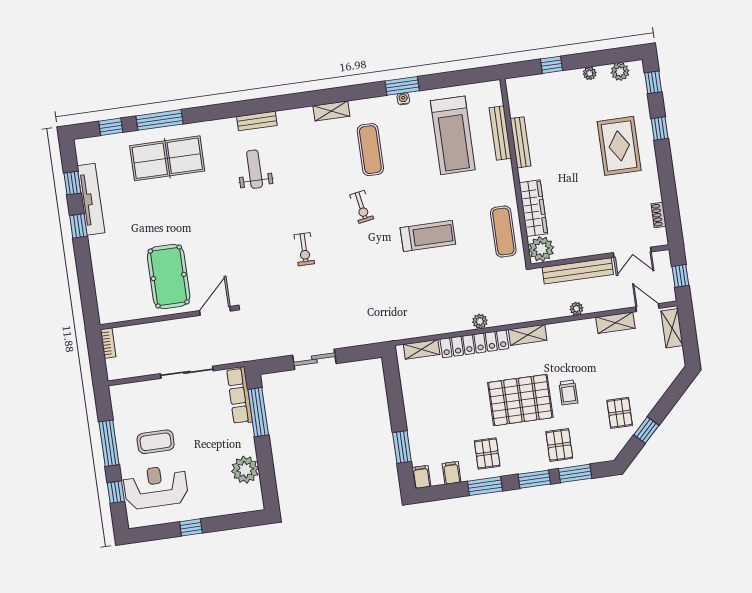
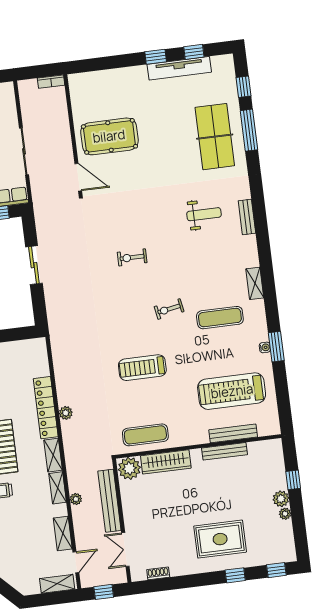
plant: (620, 72) -> (281, 499), moved
treadmill: (428, 236) -> (142, 368), turned 90
shelving: (422, 349) -> (58, 488), moved

